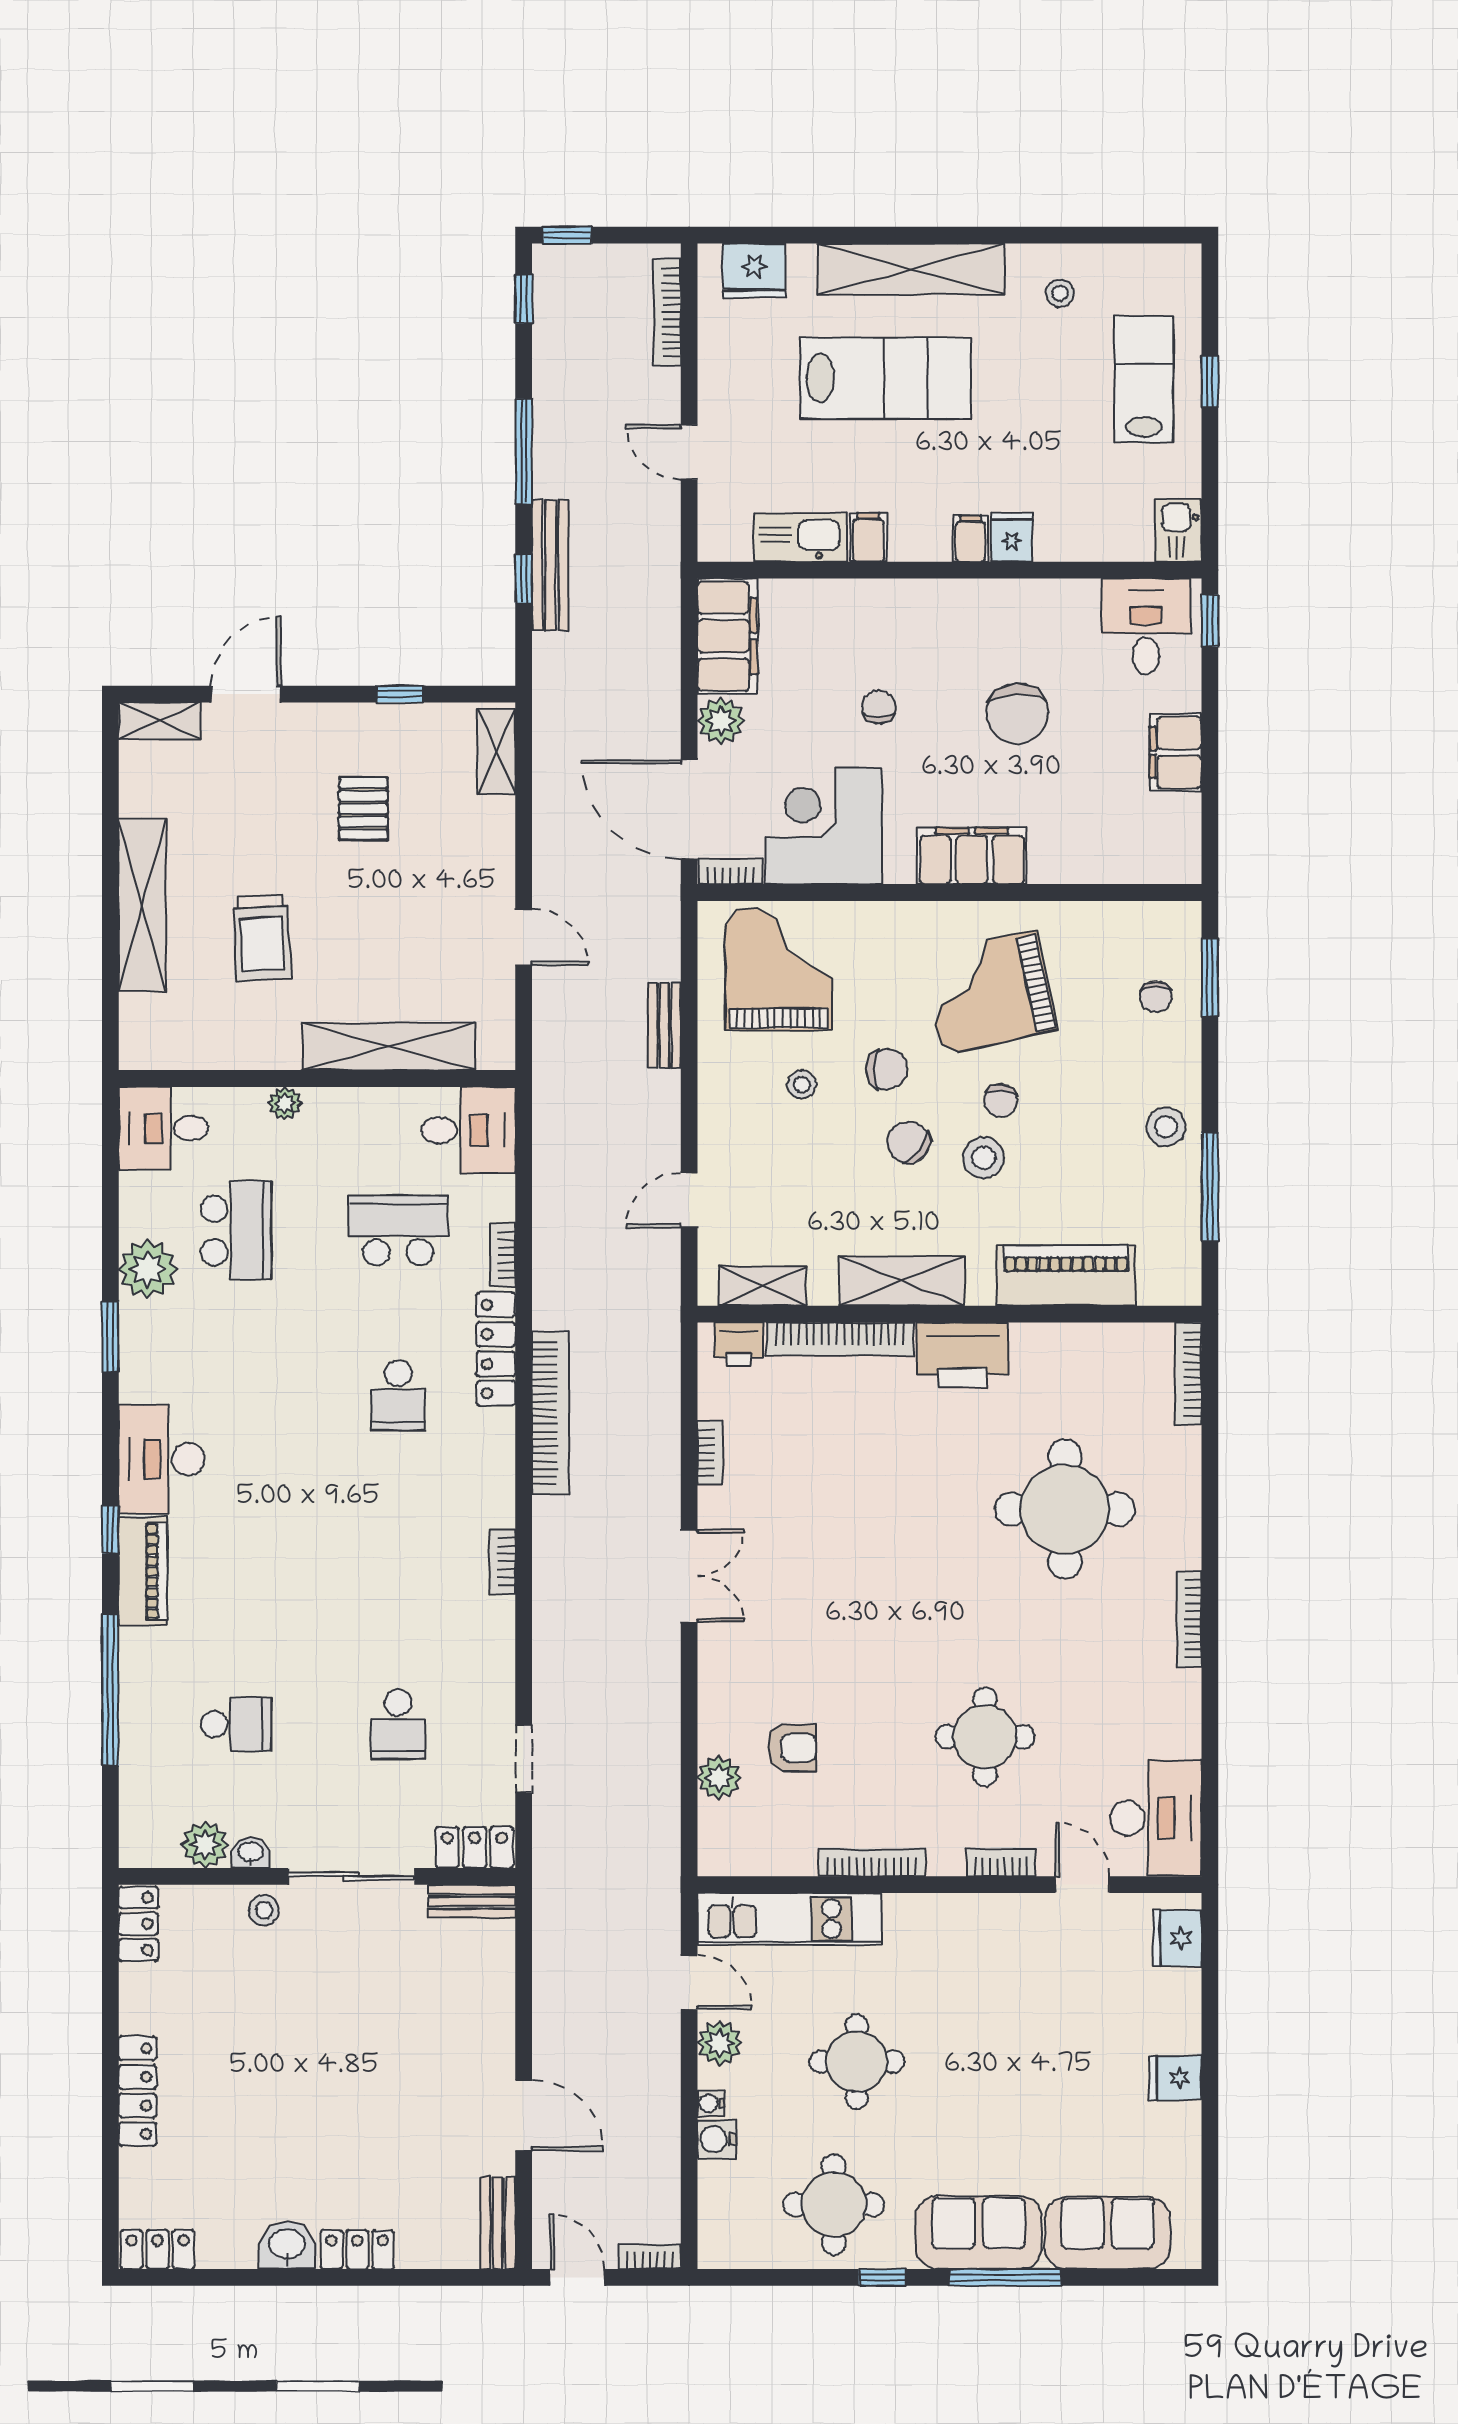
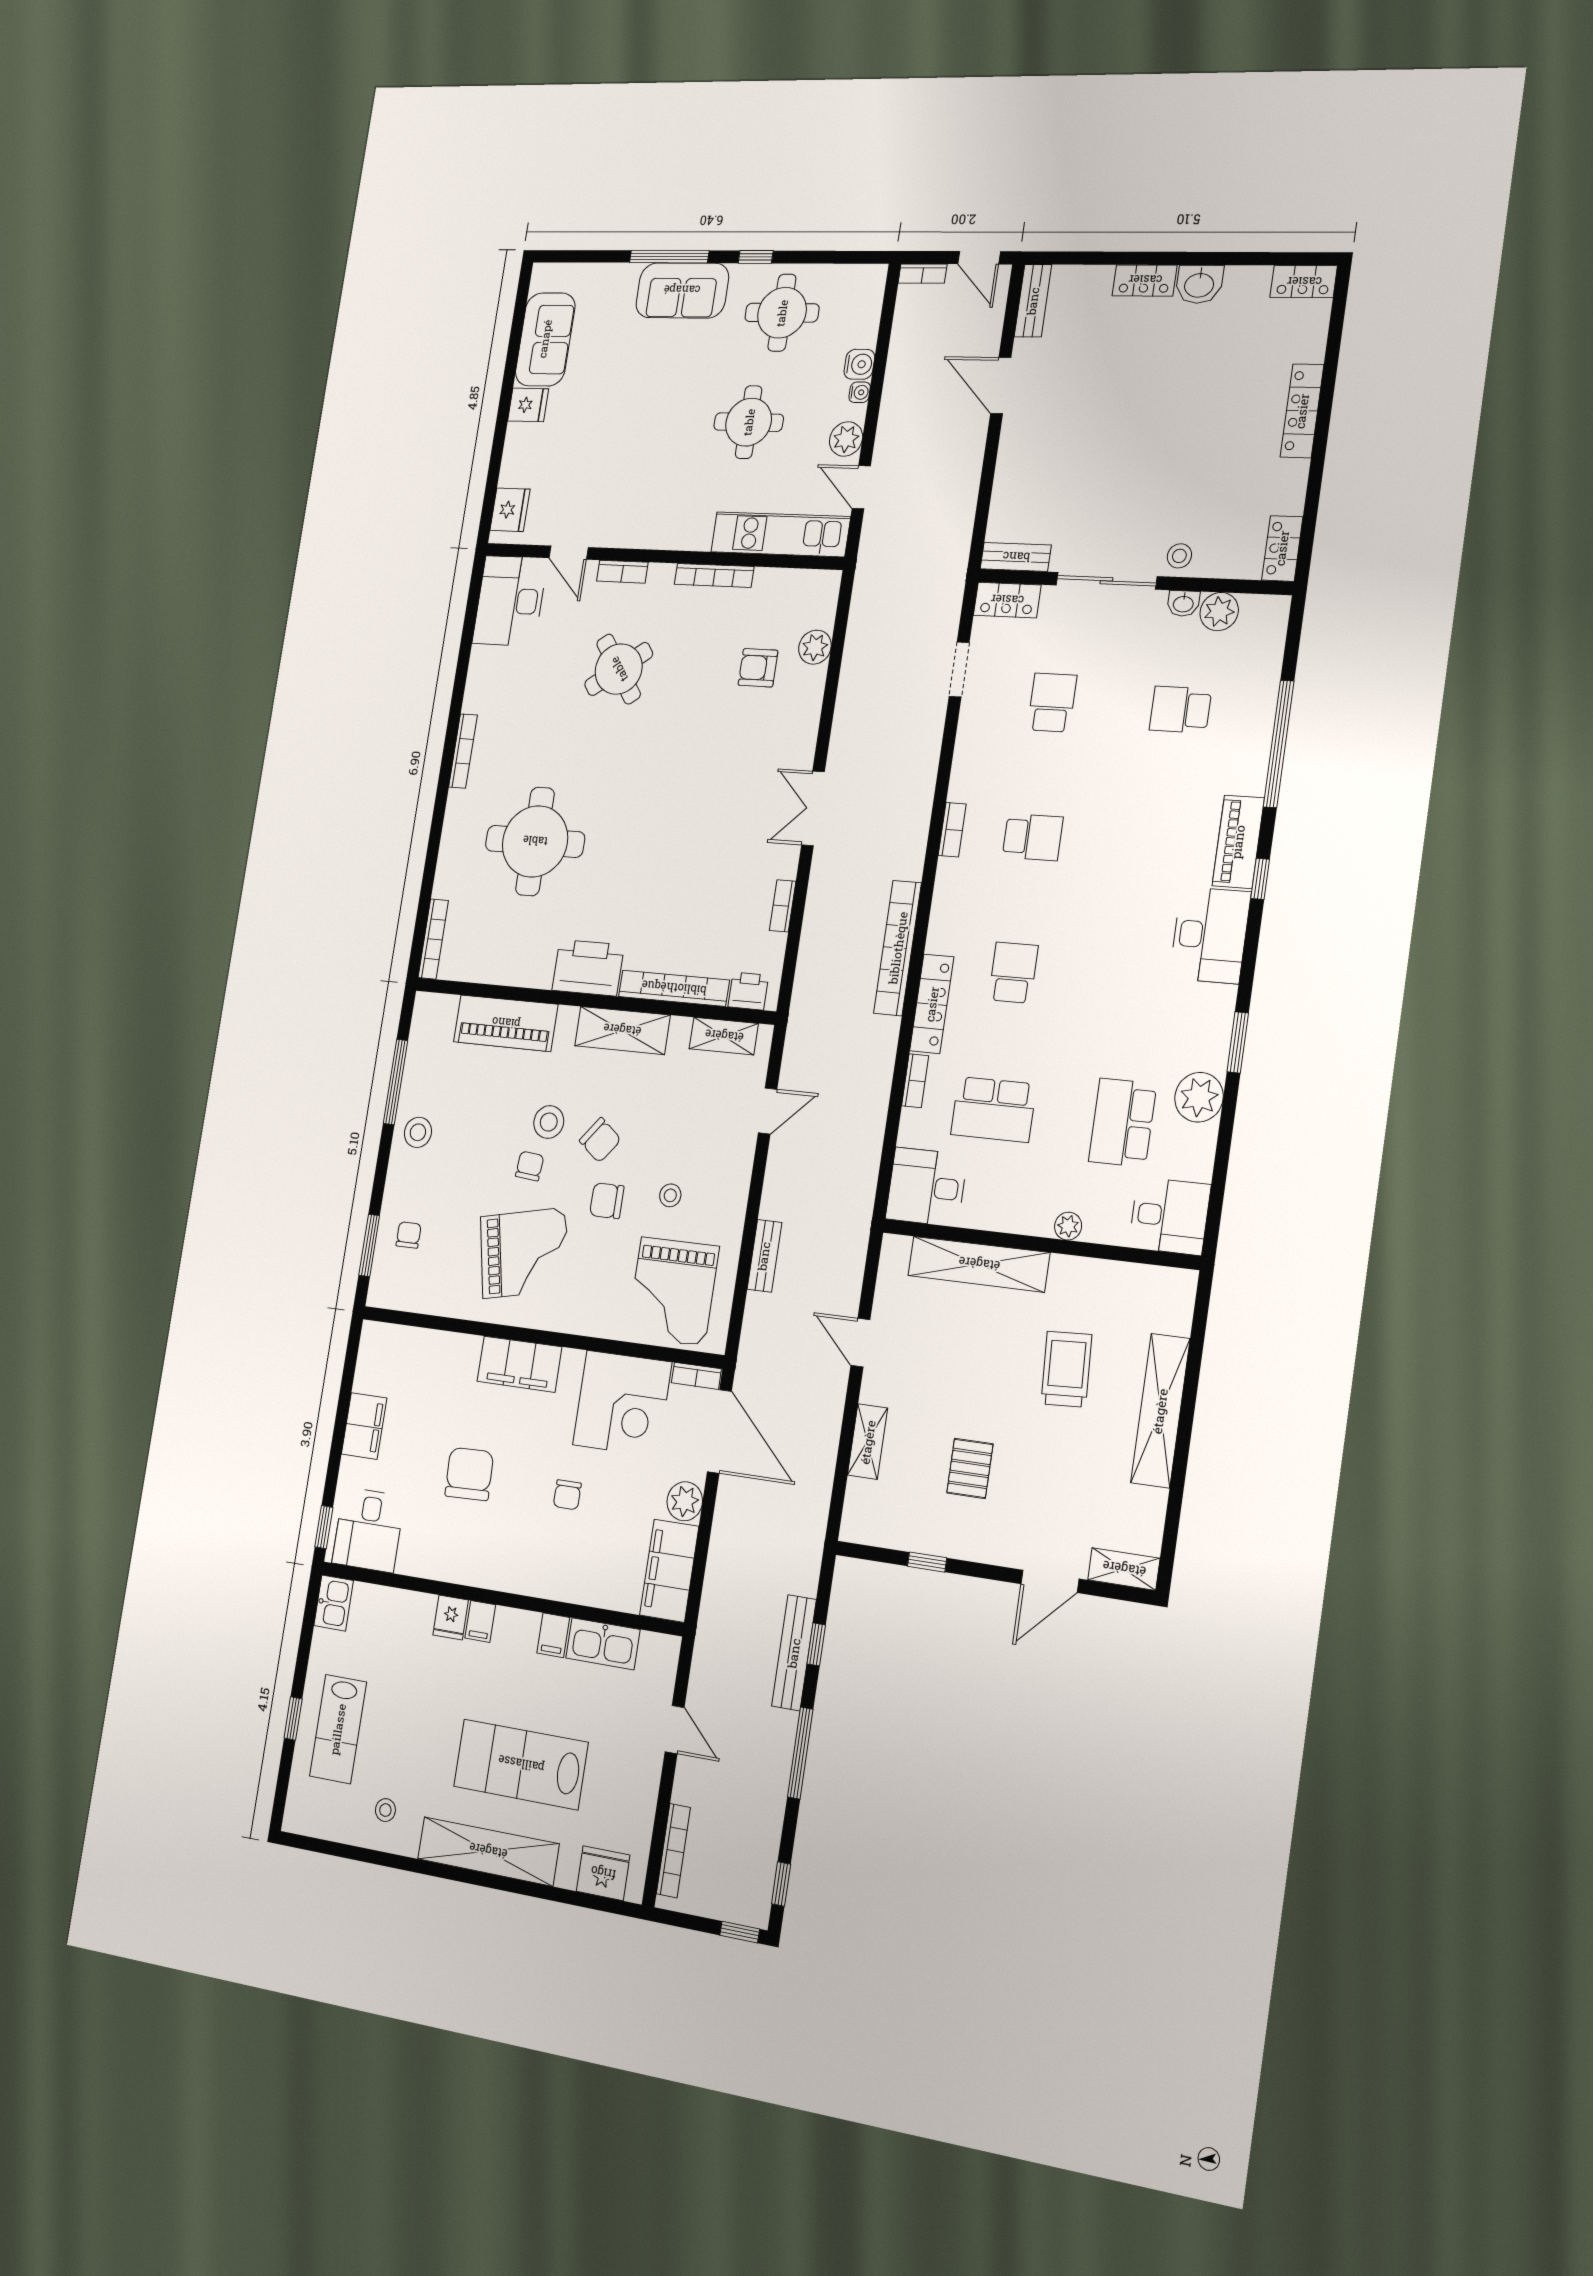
shelving: (496, 751) -> (868, 1442), moved
school desk: (398, 1560) -> (1033, 837), added
round table: (985, 1737) -> (619, 669), turned -36
sofa: (1108, 2233) -> (545, 339), moved, turned -90

